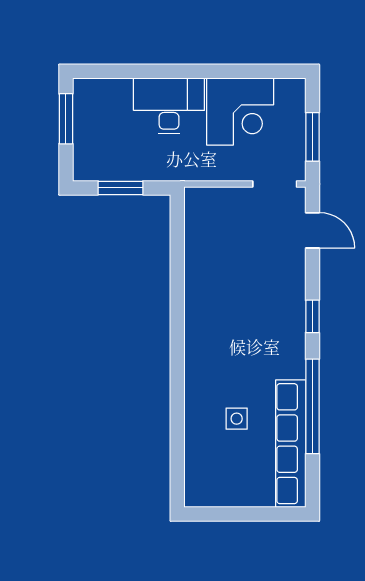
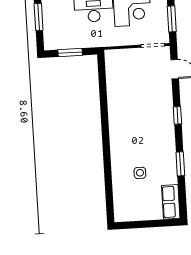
window: (312, 406) -> (180, 164), width x0.47
row of seats: (291, 444) -> (171, 202), width x0.50

